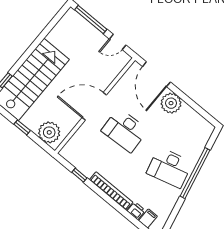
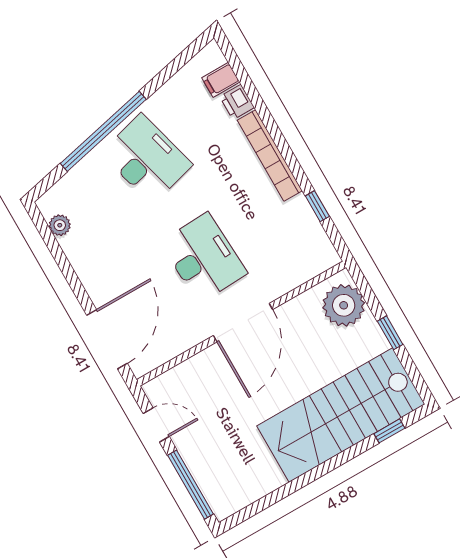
plant: (171, 103) -> (60, 225), moved, width x0.53, depth x0.53
door: (94, 106) -> (243, 323), hinge flipped

